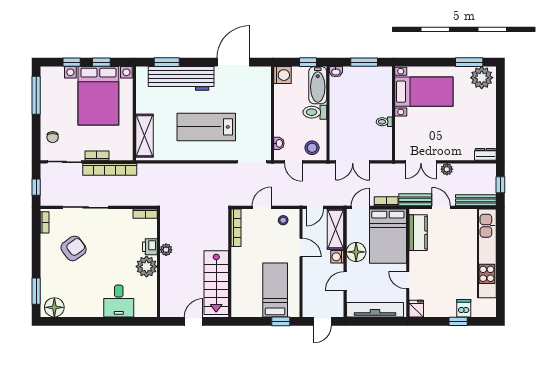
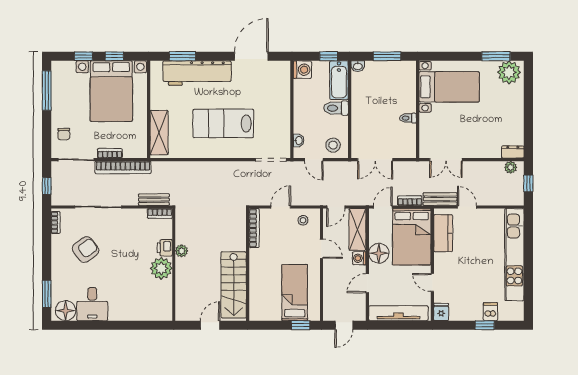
plant: (447, 169) -> (511, 167), moved
bench: (476, 200) -> (154, 200), moved, width x0.73
desk: (119, 301) -> (92, 304), moved

